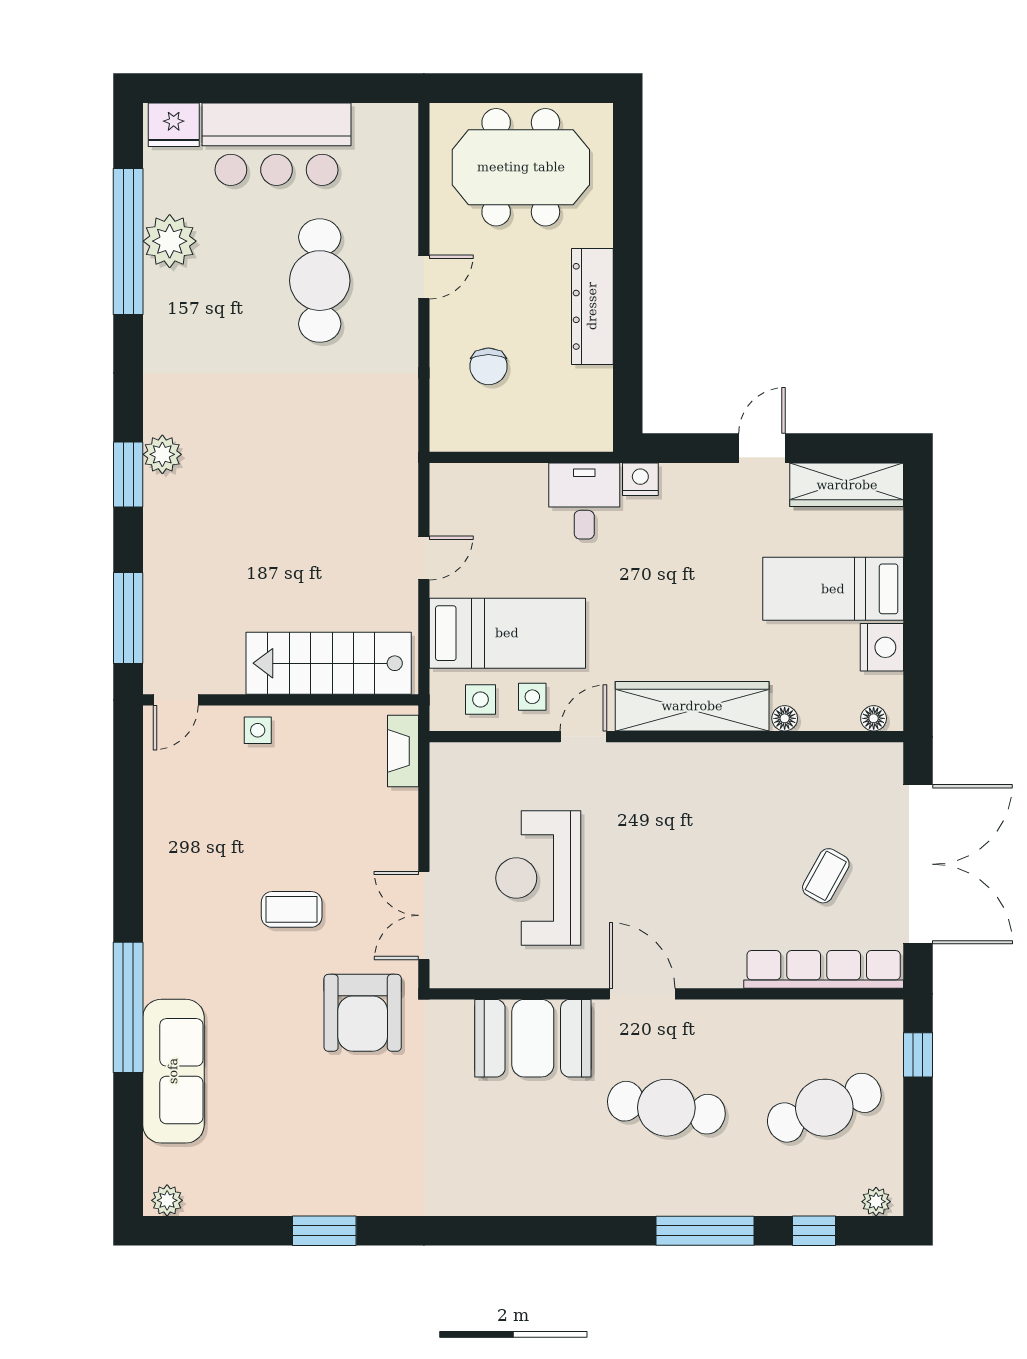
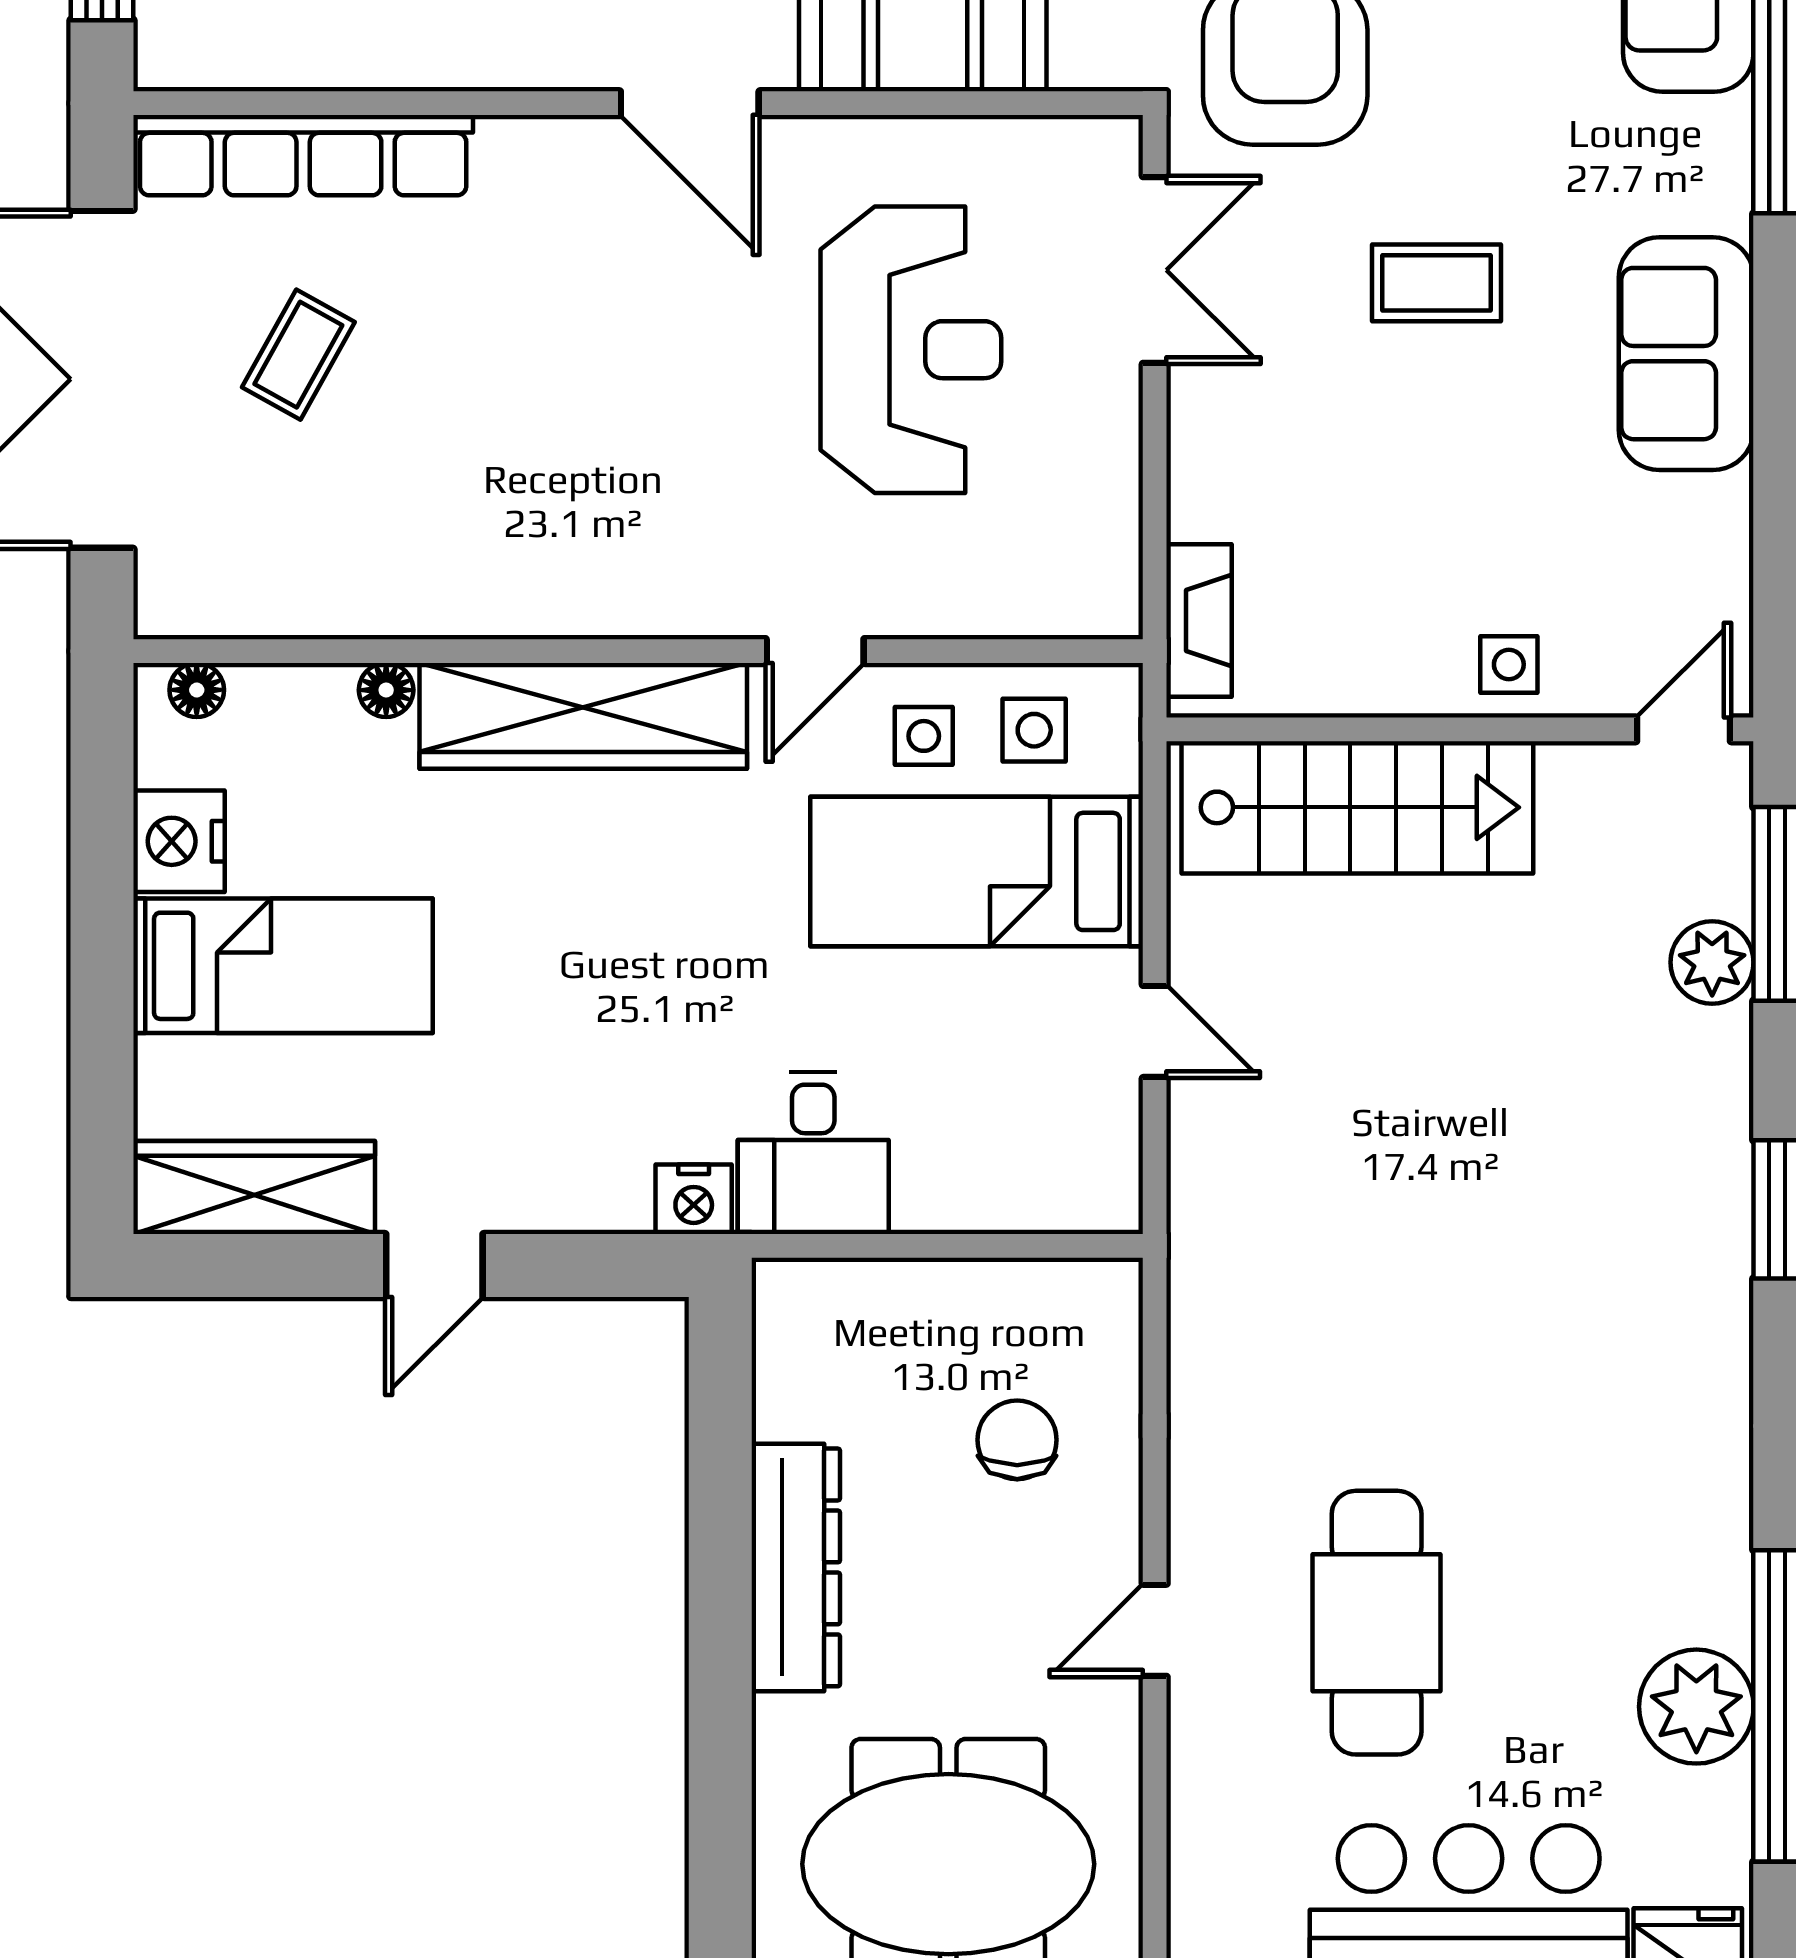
plant: (162, 454) -> (1712, 962), moved
door: (424, 558) -> (1155, 1031), swing flipped
sofa: (174, 876) -> (1686, 354), added

